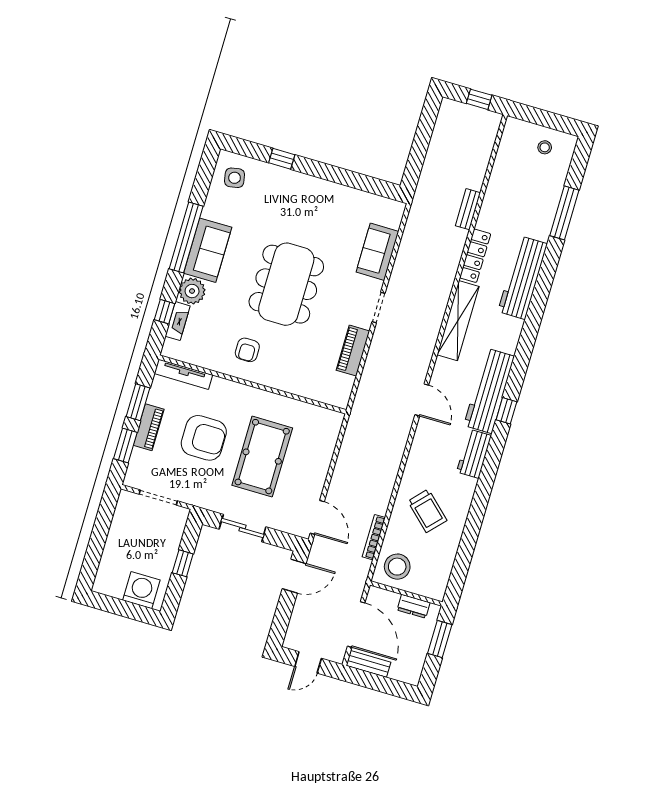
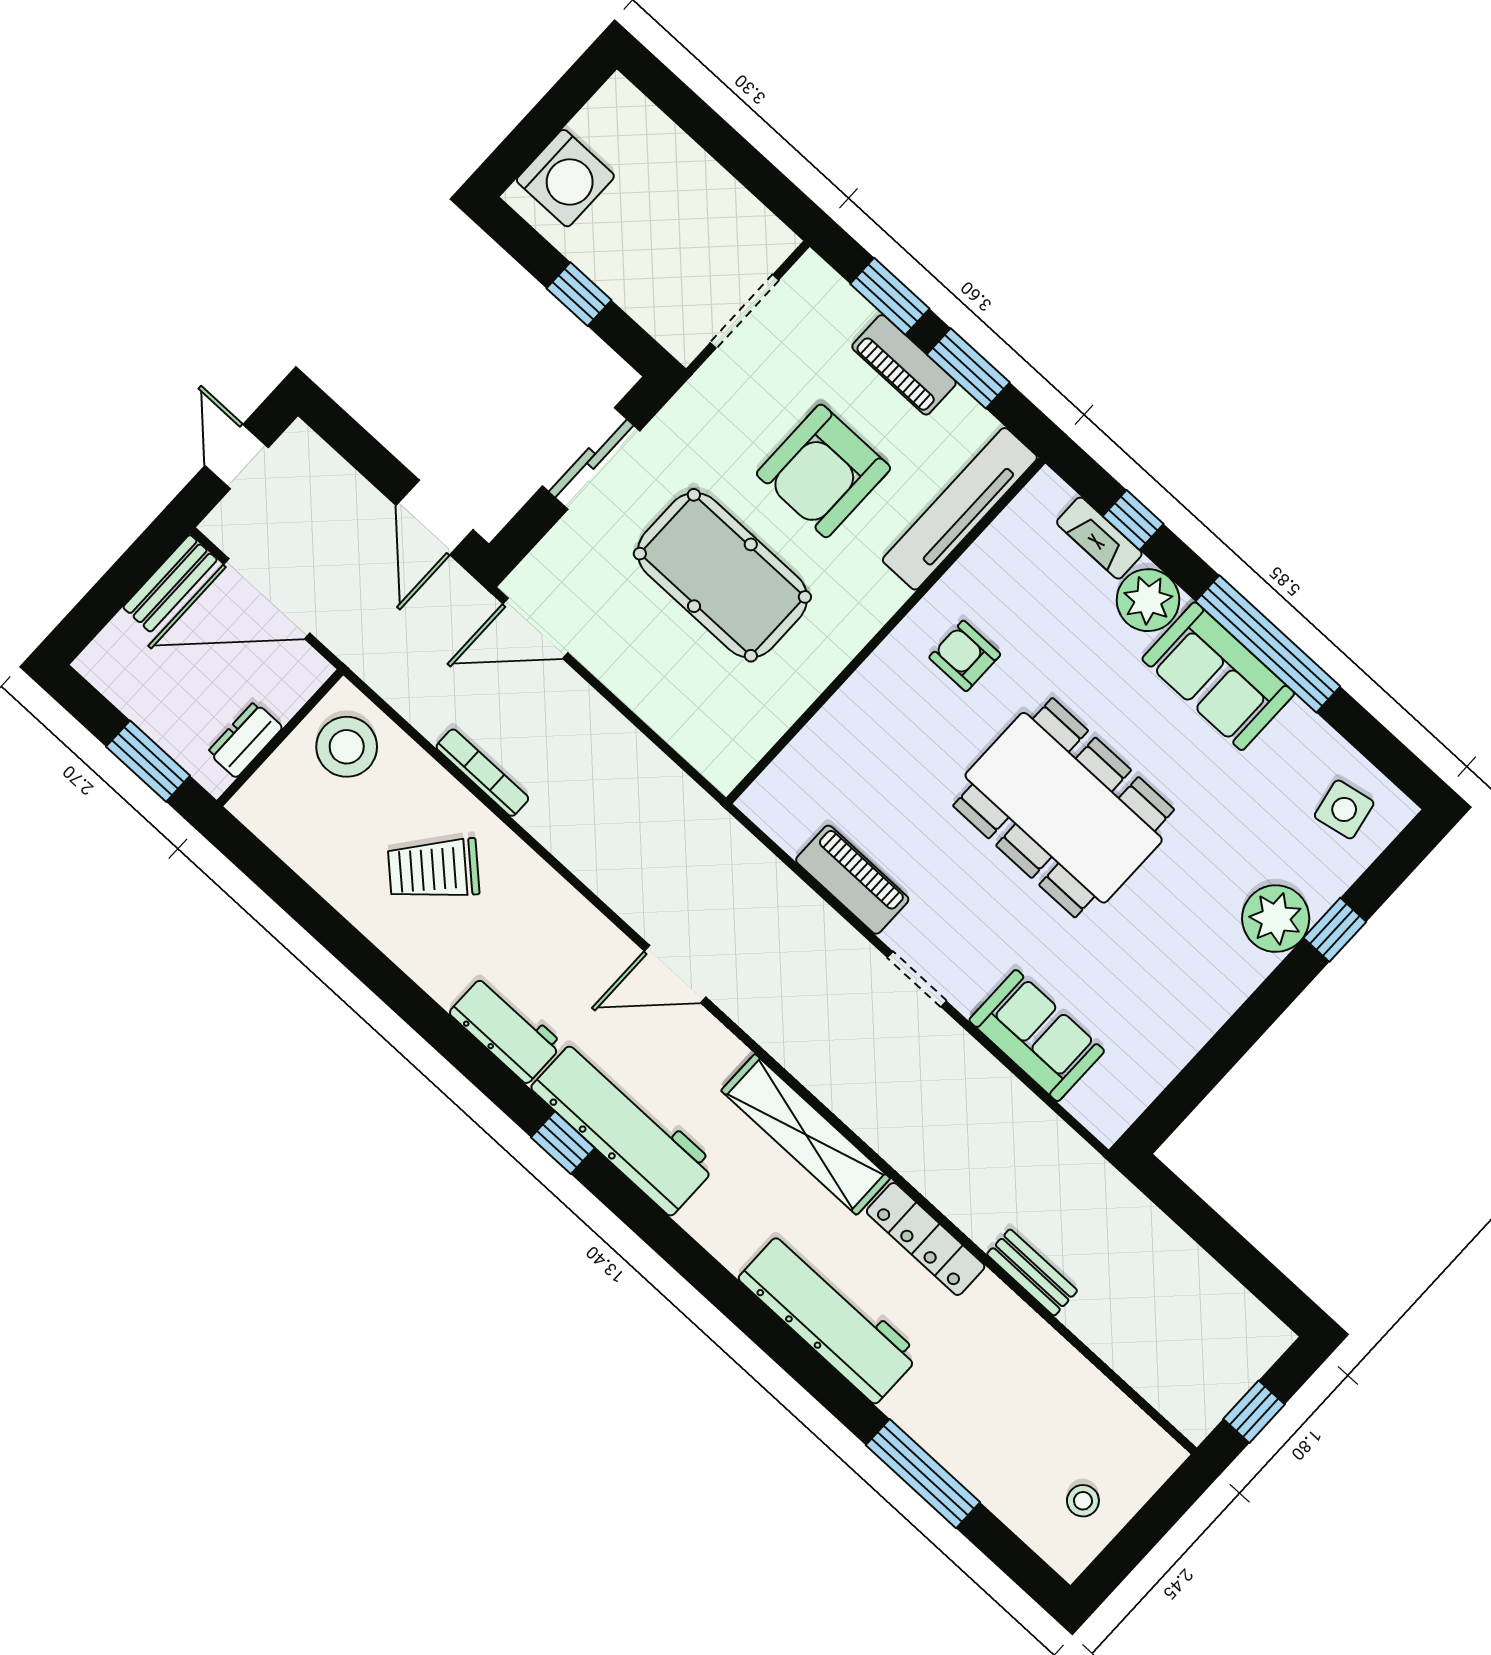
plant: (289, 183) -> (1276, 919), added
tv unit: (183, 374) -> (960, 509), width x1.36, depth x1.29
bookcase: (374, 537) -> (482, 773), moved

